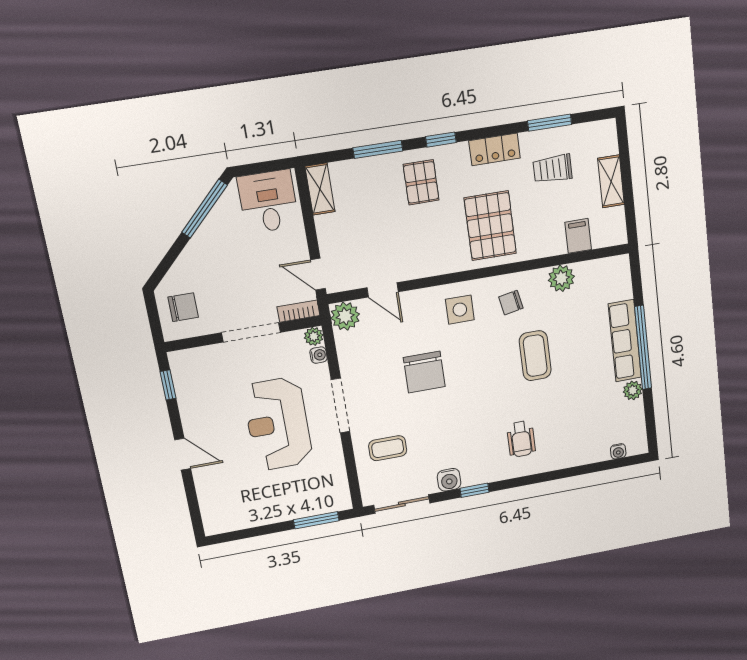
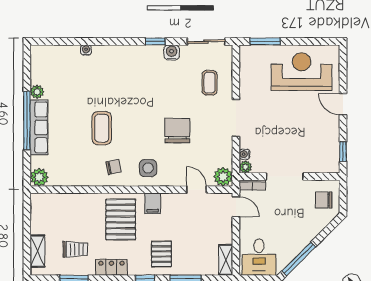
shelving: (611, 181) -> (37, 251), moved
filing cabinet: (578, 236) -> (153, 203), moved
plant: (561, 278) -> (39, 177), moved
reception desk: (278, 424) -> (302, 72), moved, turned -90
wheelchair: (521, 439) -> (118, 72), removed
coffee table: (388, 448) -> (210, 83), turned 90
water cooler: (618, 451) -> (86, 50), moved

